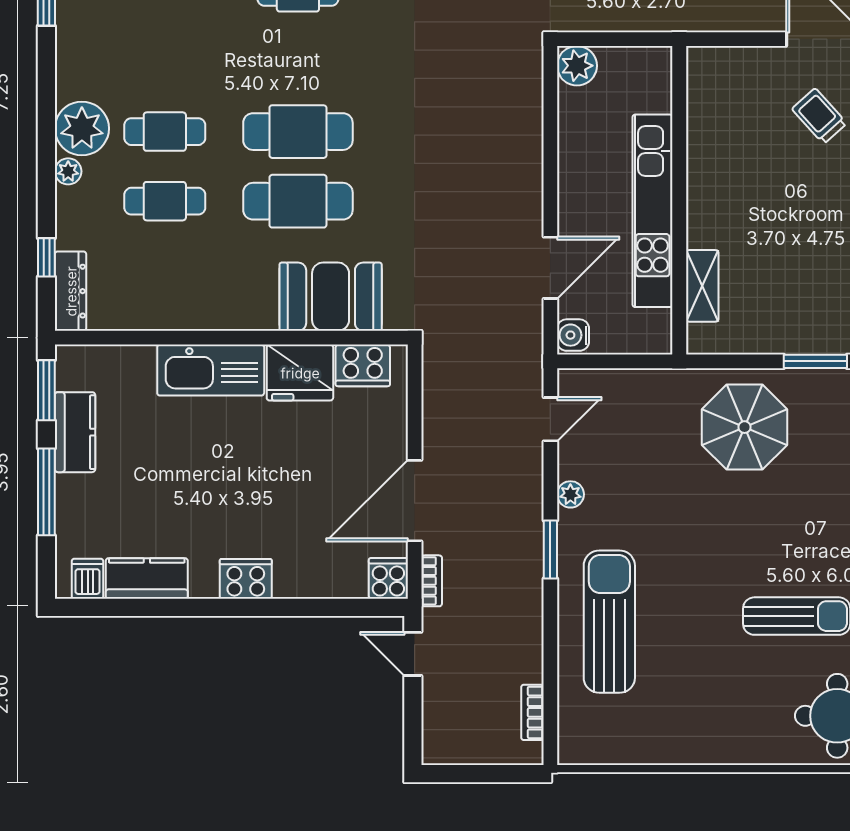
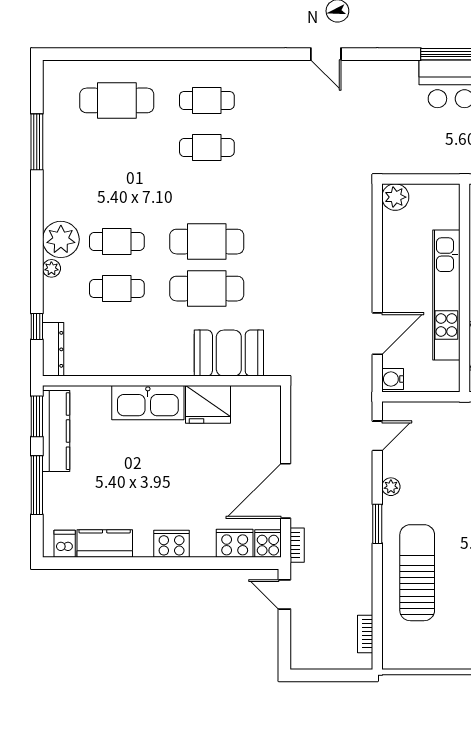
cooker: (363, 365) -> (235, 543), moved, turned 180
kitchen counter: (75, 432) -> (56, 431), width x1.50

